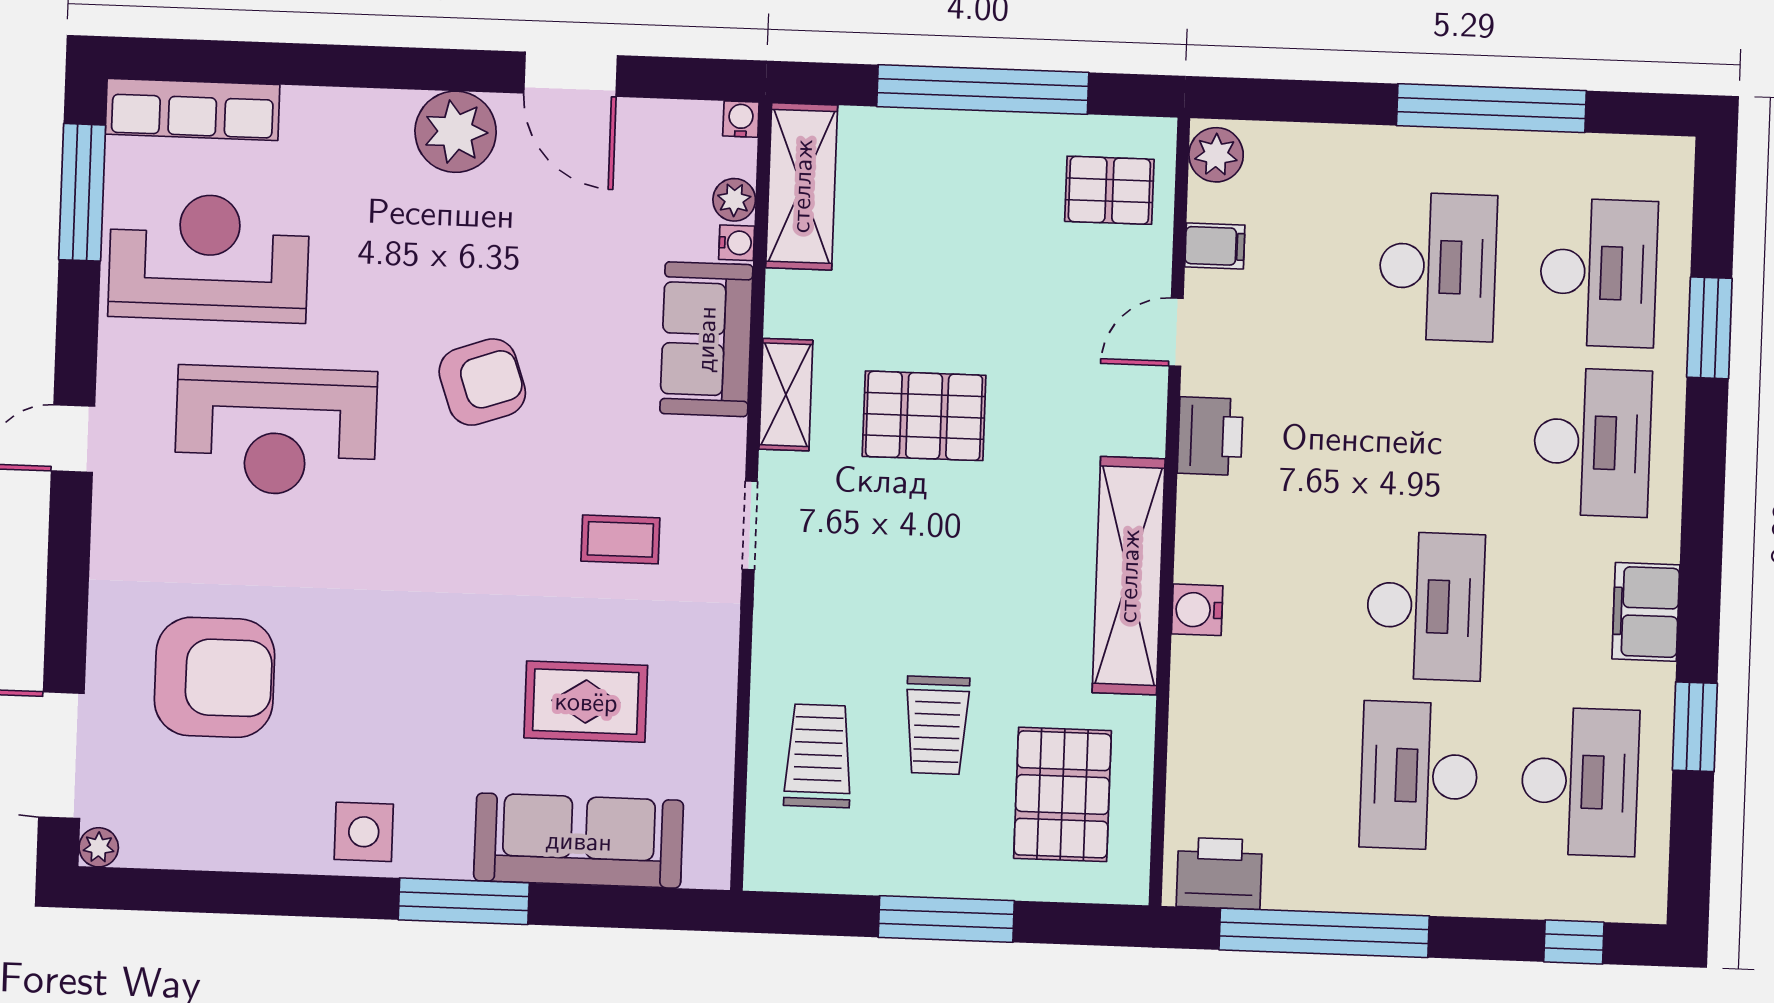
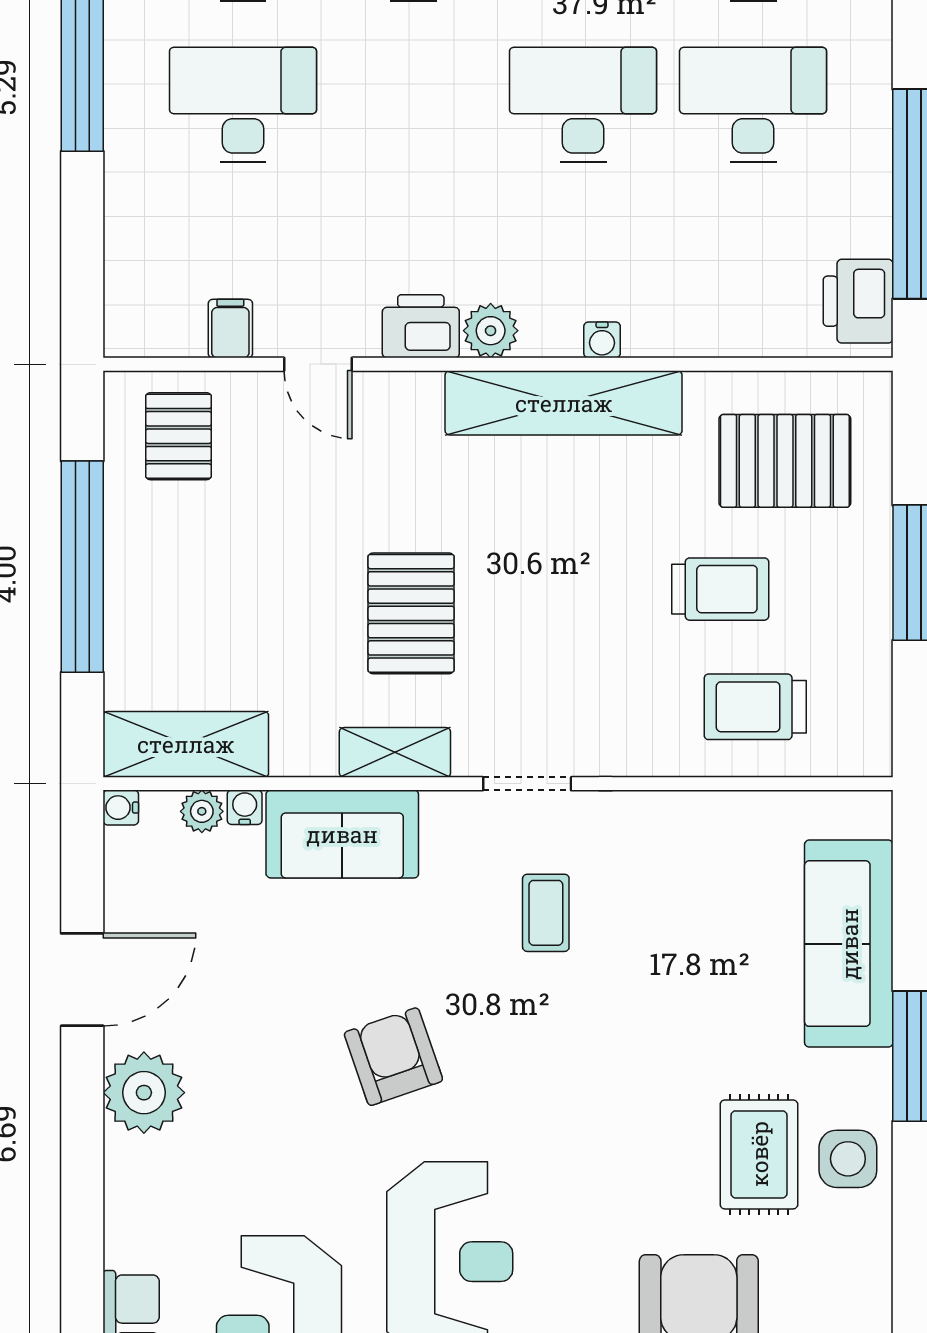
plant: (1216, 155) -> (491, 331), moved
water cooler: (1197, 610) -> (602, 340), width x0.72, depth x0.72
rug: (586, 702) -> (759, 1154), moved
desk: (1419, 776) -> (753, 105), turned 180

